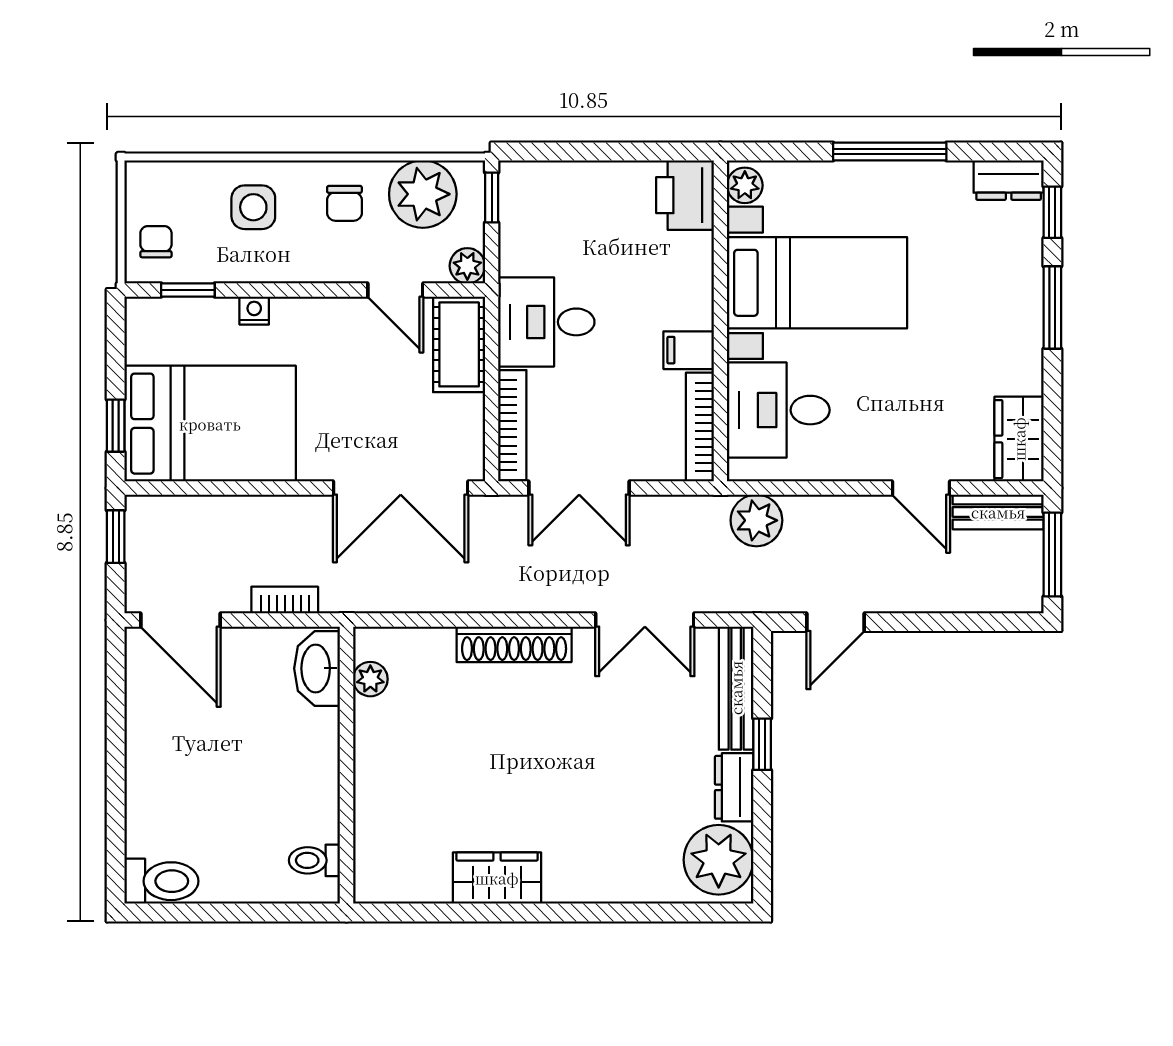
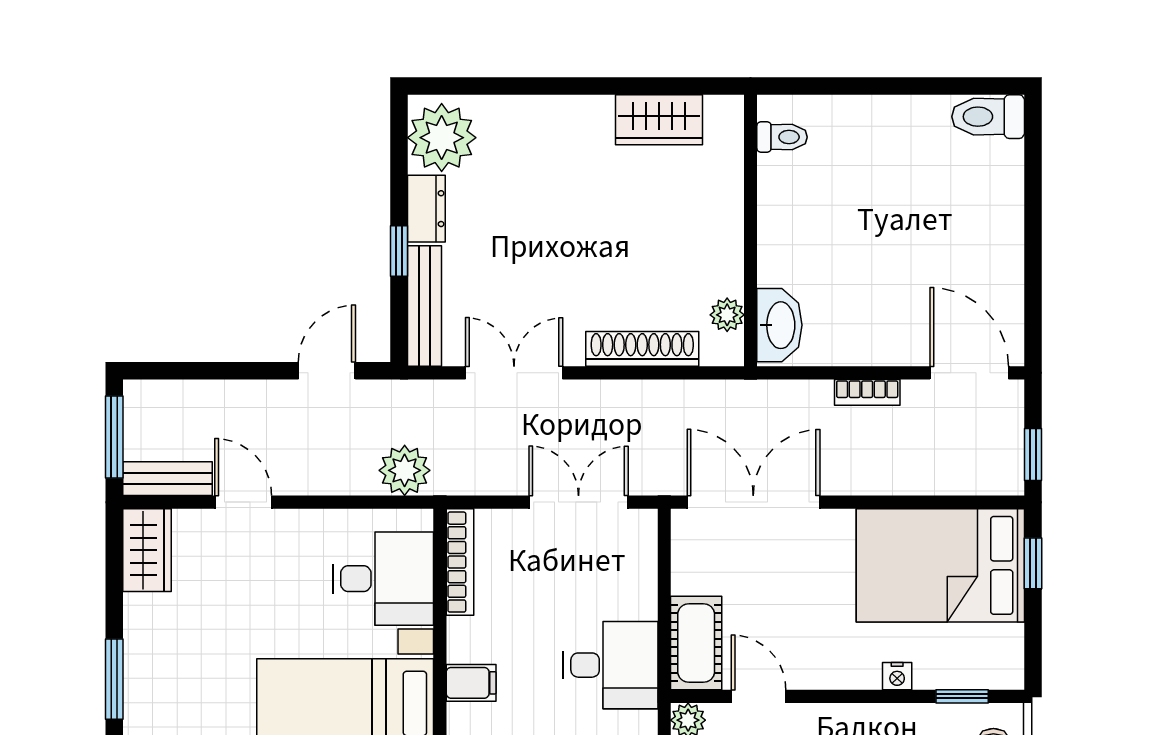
filing cabinet: (689, 350) -> (471, 683), moved
bookcase: (512, 425) -> (644, 564), removed
washbasin: (317, 668) -> (779, 325), moved
plant: (370, 679) -> (727, 315), moved
wall: (346, 765) -> (751, 230), moved
toilet: (314, 860) -> (782, 137), moved

